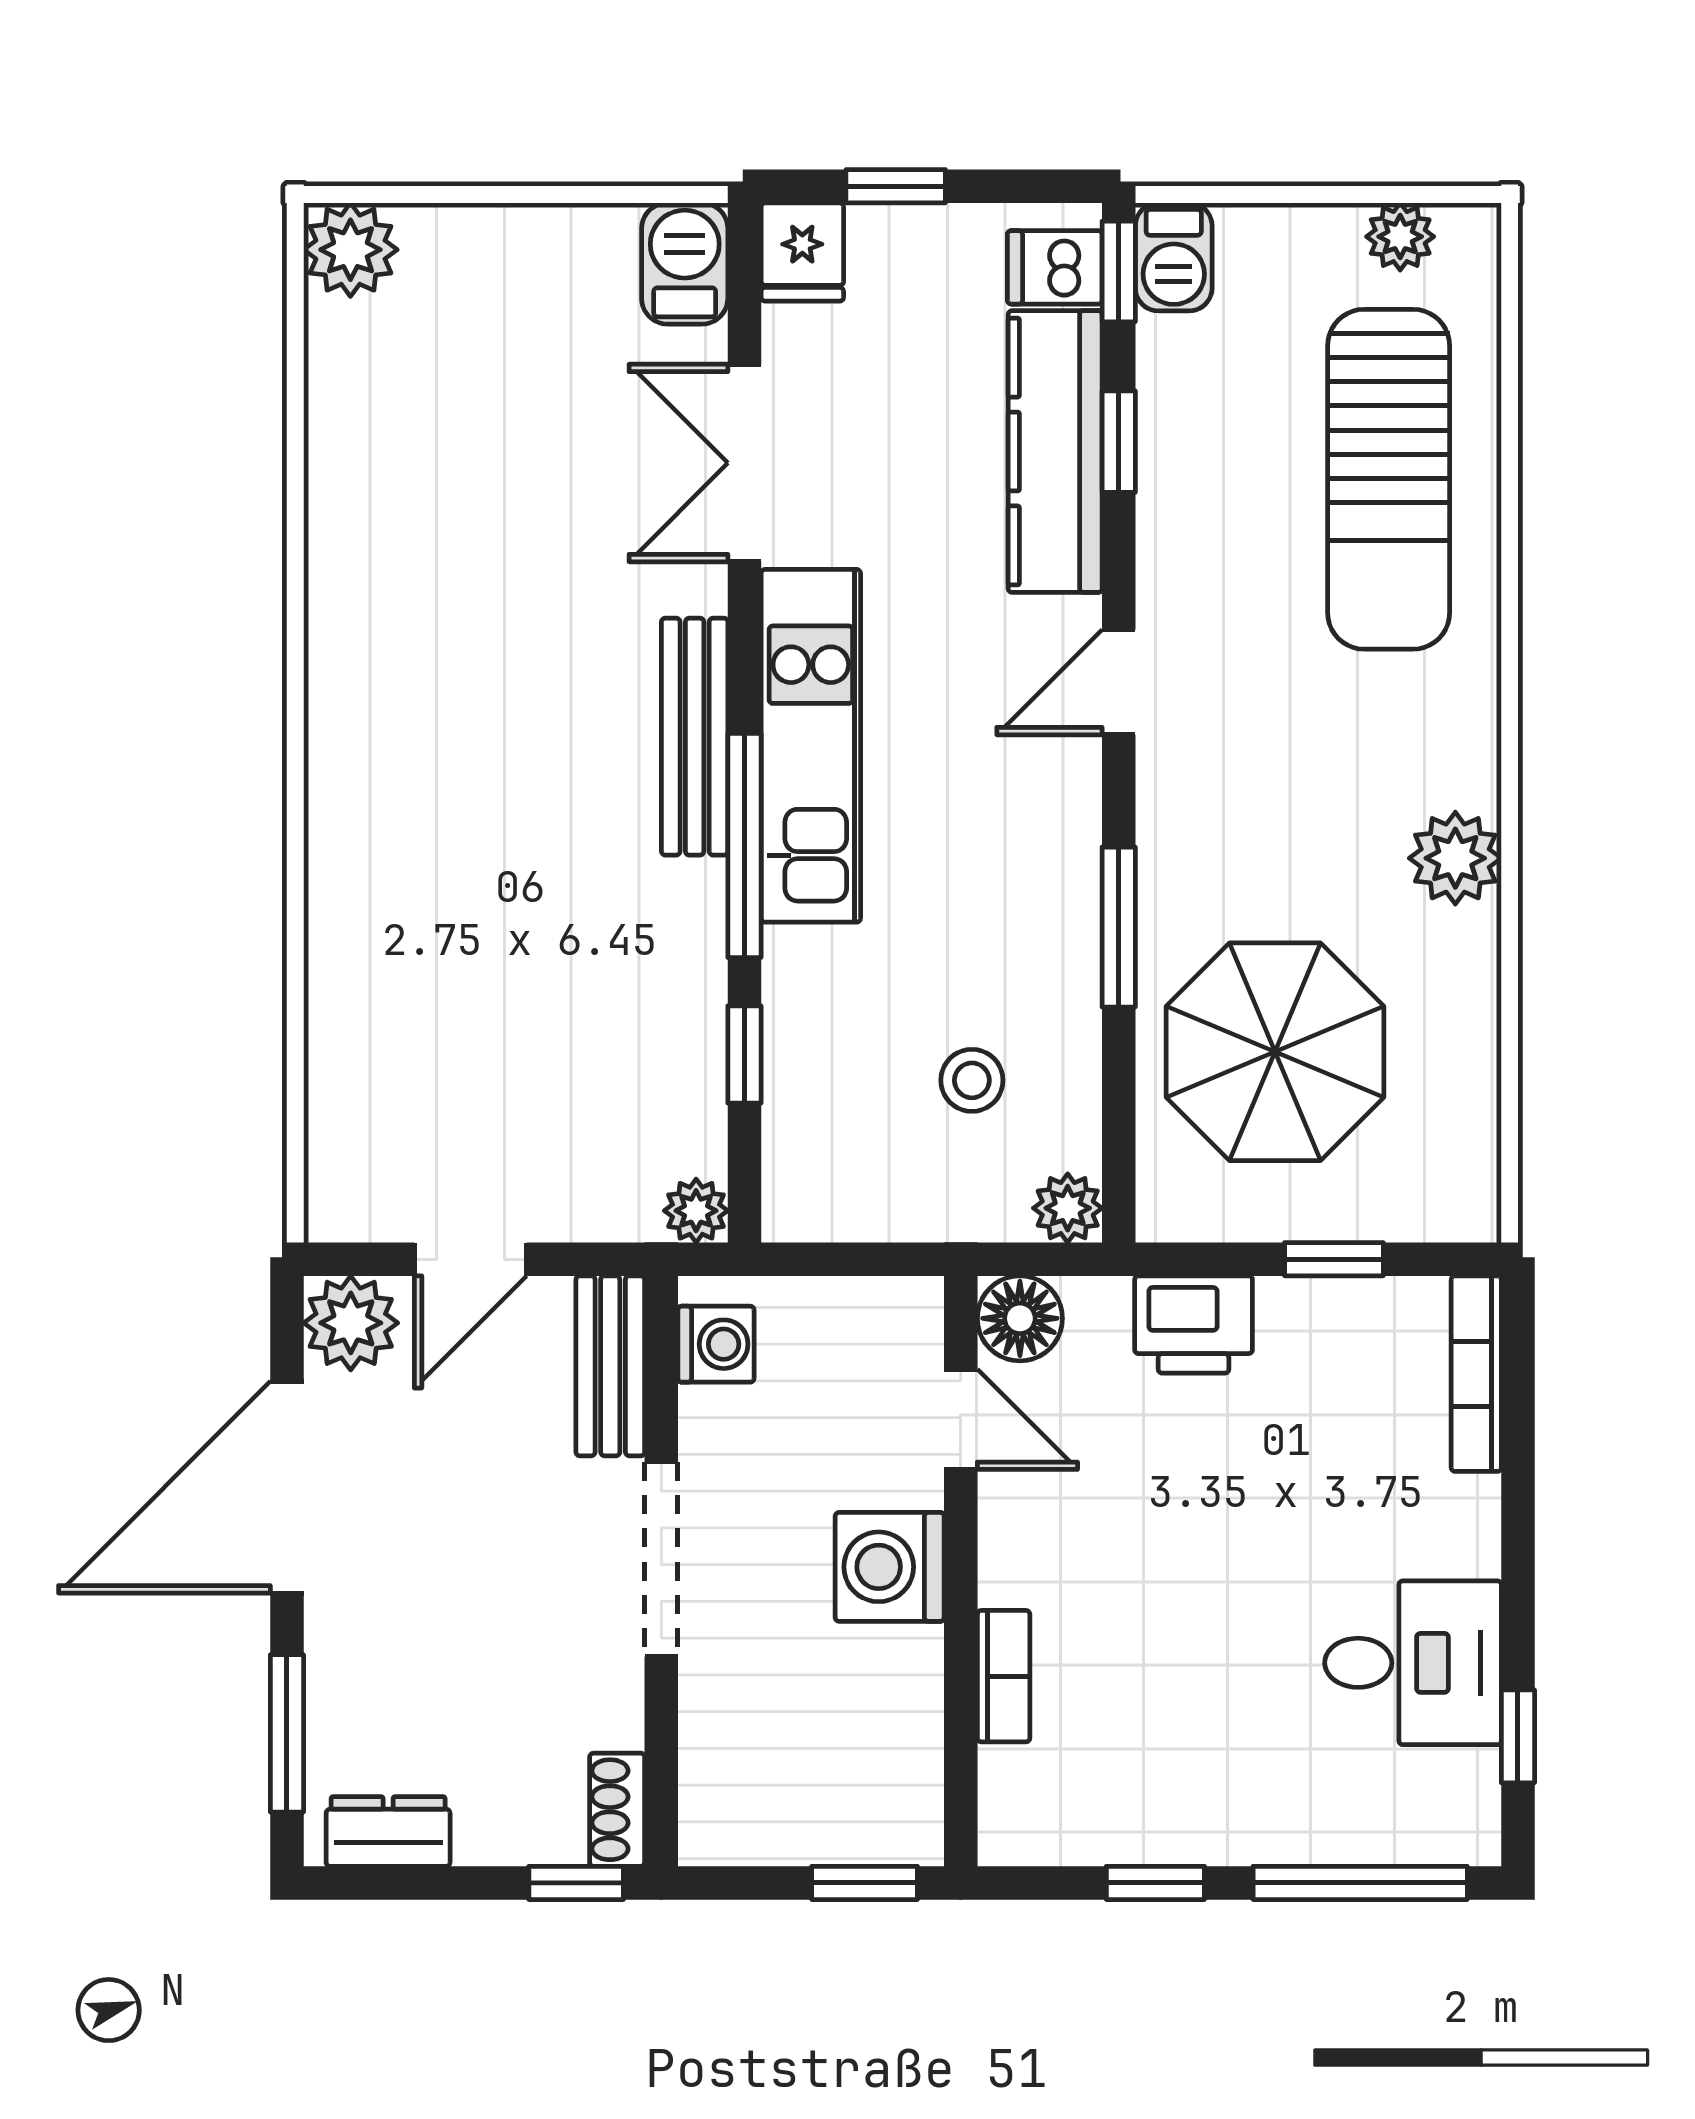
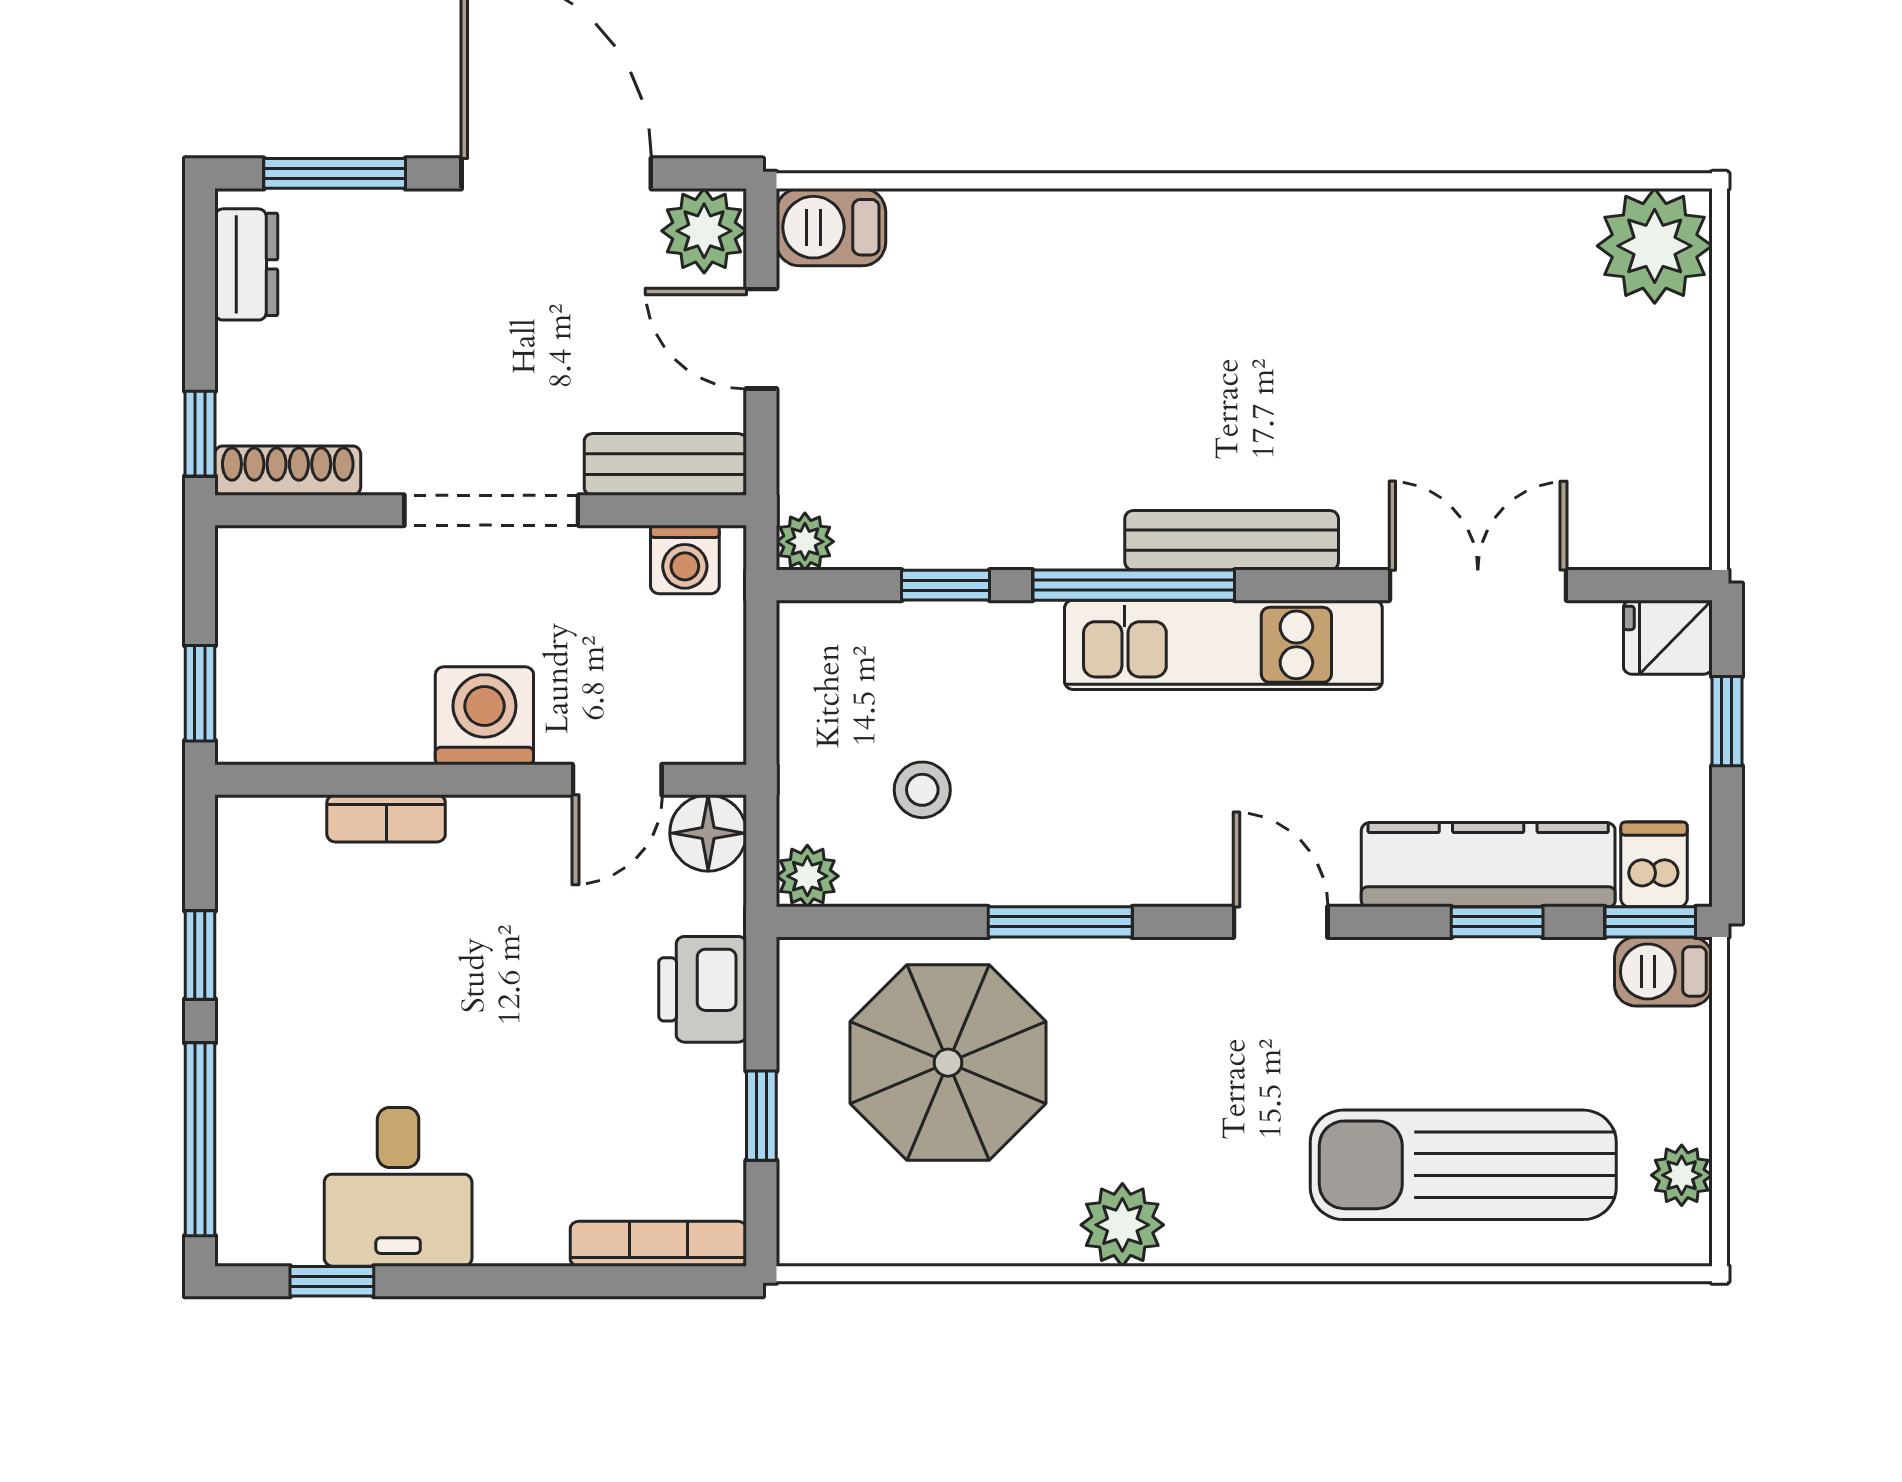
plant: (350, 250) -> (1655, 246), width x1.36, depth x1.36
barbecue: (685, 263) -> (831, 227), moved, turned 180
shoe rack: (617, 1810) -> (288, 471), width x1.43

